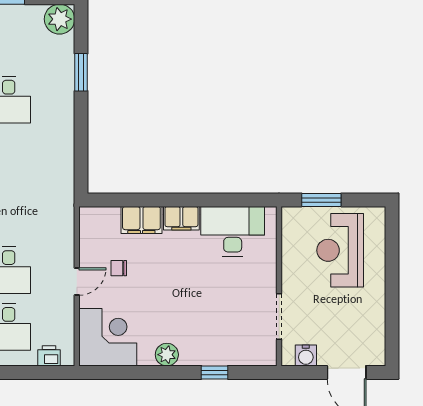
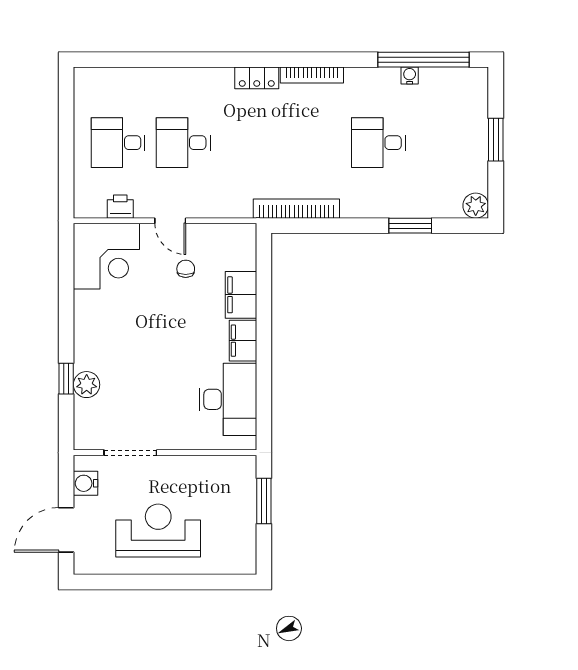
plant: (60, 19) -> (476, 206), width x0.73, depth x0.73
bookcase: (66, 172) -> (296, 209), added
reception desk: (340, 250) -> (158, 530), moved
plant: (167, 355) -> (87, 385), moved
printer: (49, 356) -> (120, 207), moved, turned -90

